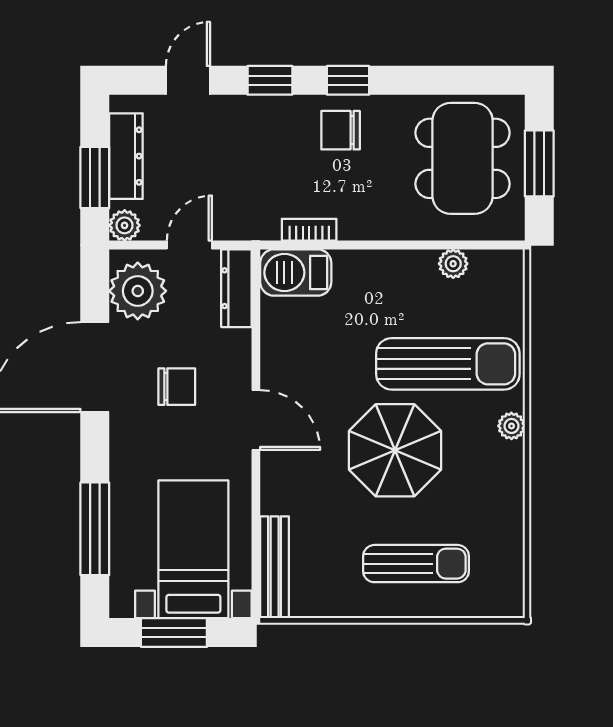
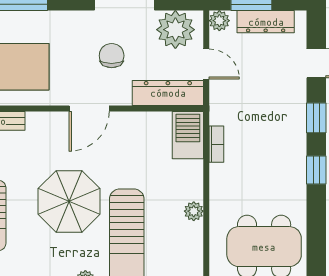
chair: (341, 130) -> (283, 165), removed
plant: (453, 264) -> (194, 211), moved
dresser: (236, 288) -> (168, 93), width x1.37, depth x1.24
chair: (177, 387) -> (112, 56), turned 180

